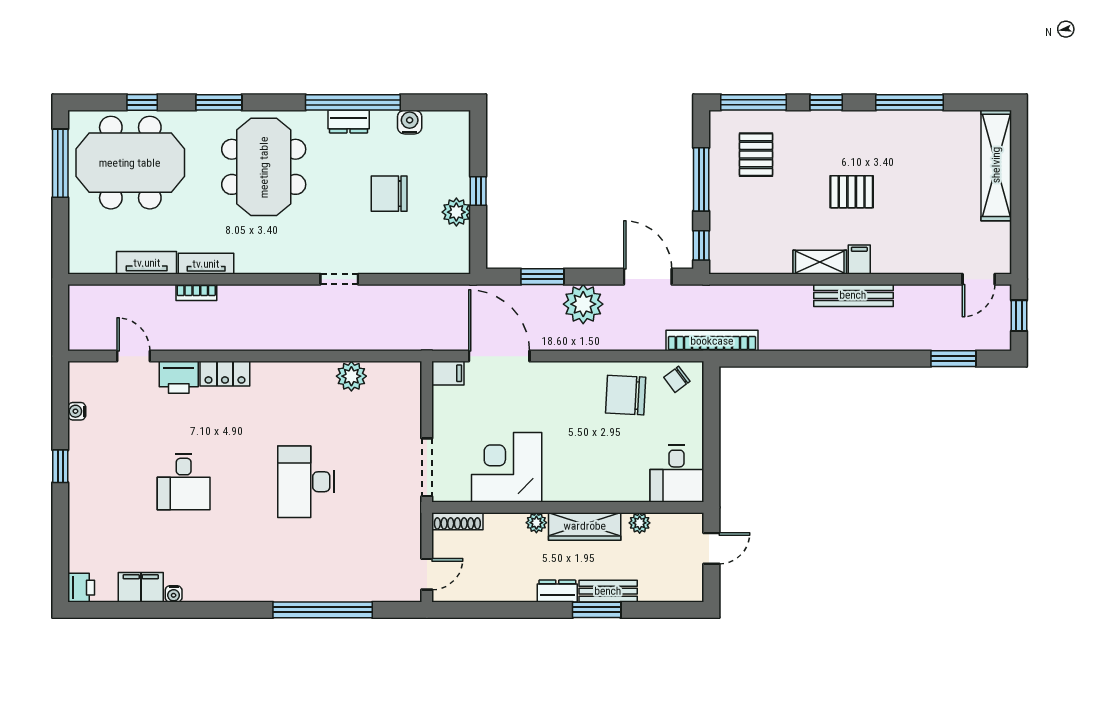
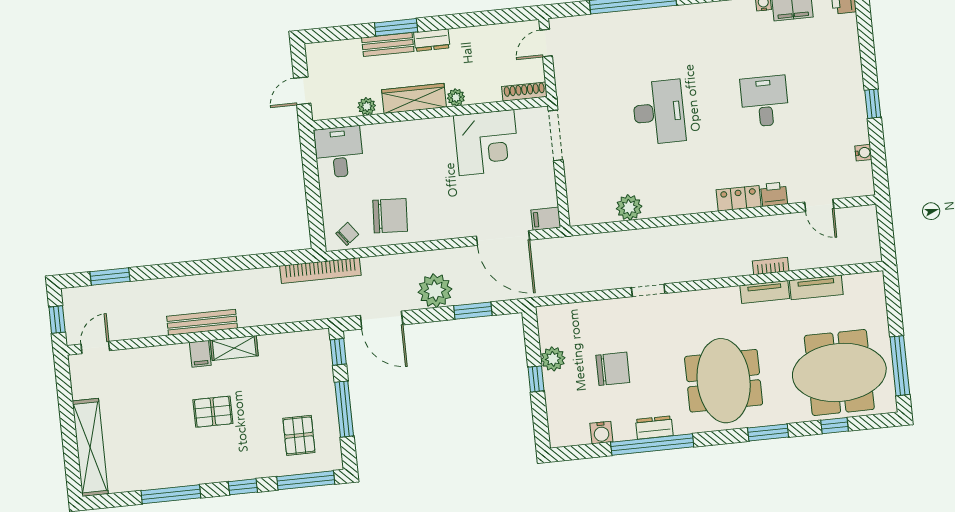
printer: (179, 377) -> (774, 194), width x0.73, depth x0.81

